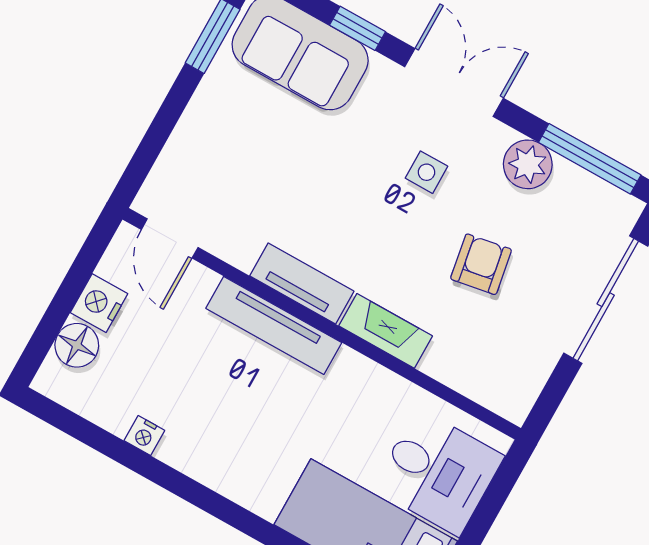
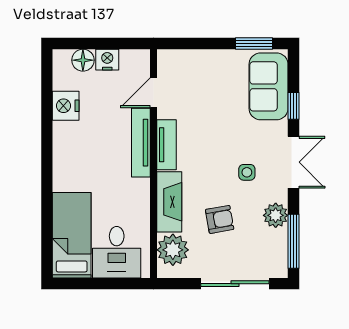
door: (170, 238) -> (154, 93), moved
fireplace: (386, 331) -> (169, 202), width x1.37, depth x1.32
plant: (488, 374) -> (173, 250), added
nightstand: (144, 436) -> (66, 106), width x1.89, depth x1.79

